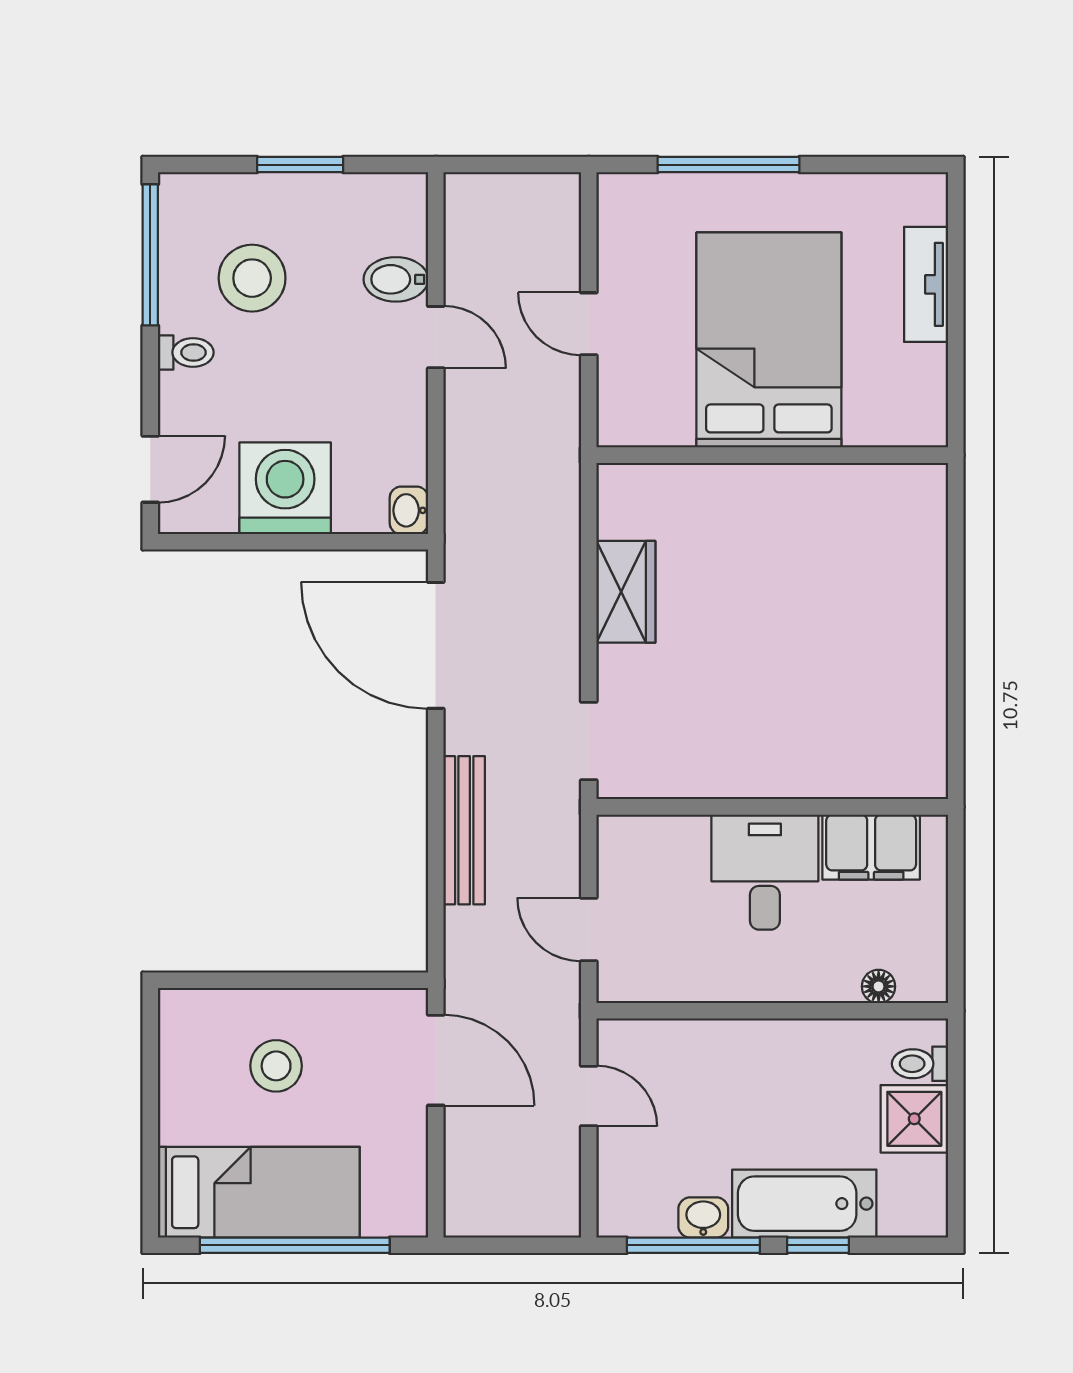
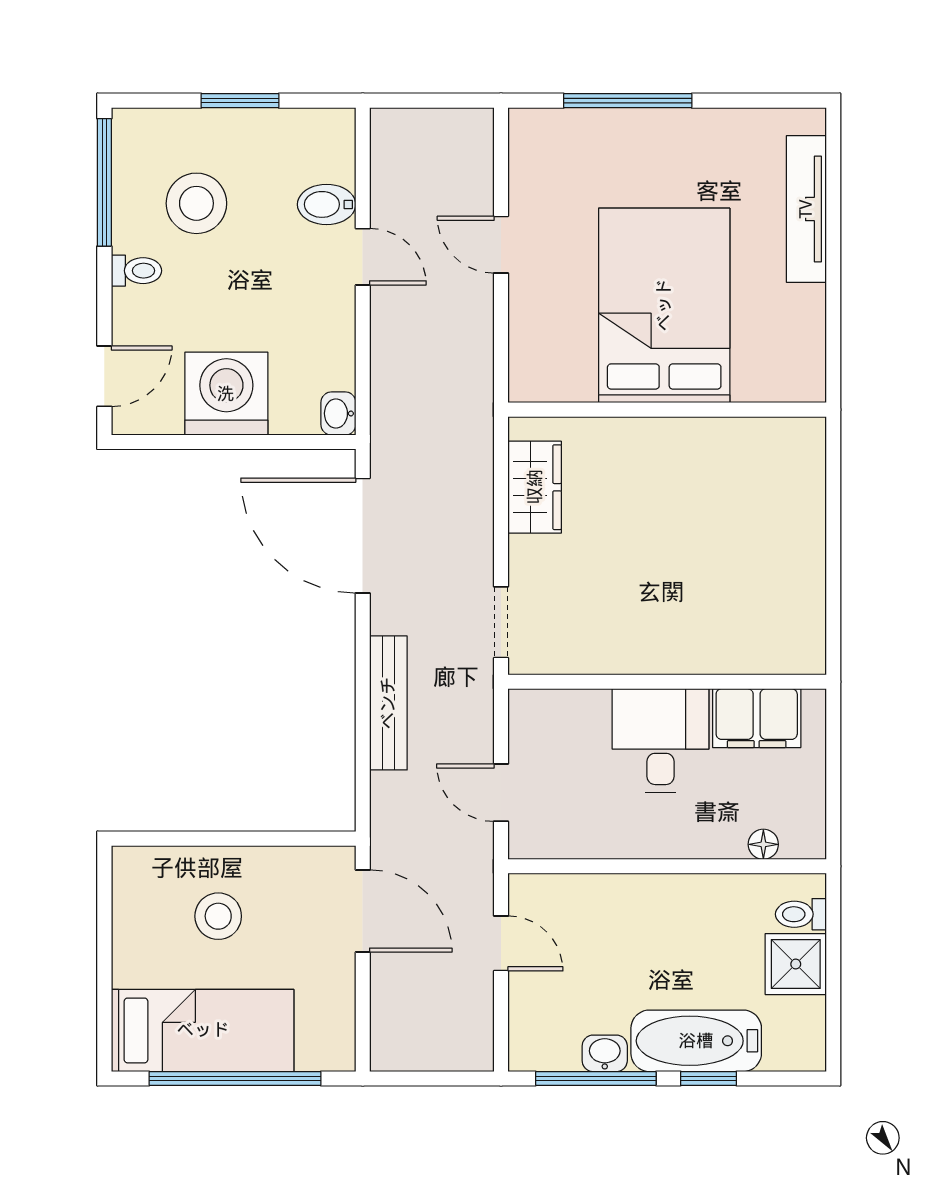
tv unit: (926, 284) -> (806, 209), width x1.41
bed: (769, 340) -> (664, 305), moved
wall: (772, 455) -> (667, 410), moved

